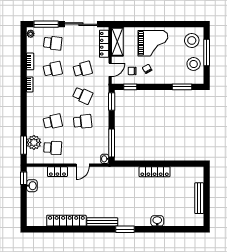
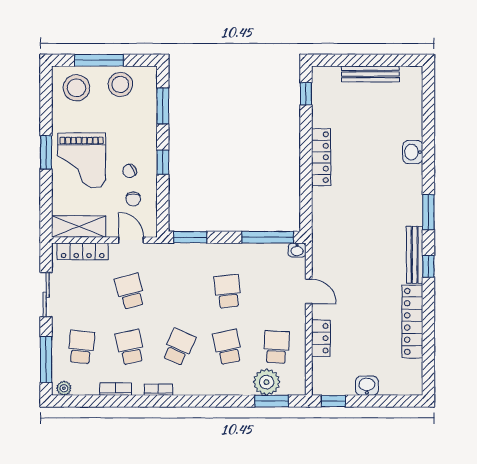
sliding door: (81, 24) -> (46, 295), width x0.73
window: (157, 24) -> (46, 152), added
grand piano: (153, 43) -> (82, 160), turned 180
window: (130, 87) -> (163, 162), moved
school desk: (83, 95) -> (179, 347), moved
window: (189, 164) -> (306, 94), added
washbasin: (32, 186) -> (367, 386), moved
window: (96, 229) -> (428, 266), added

